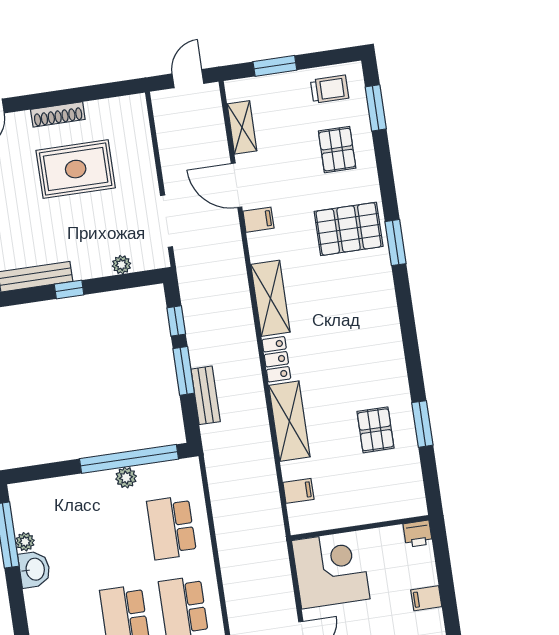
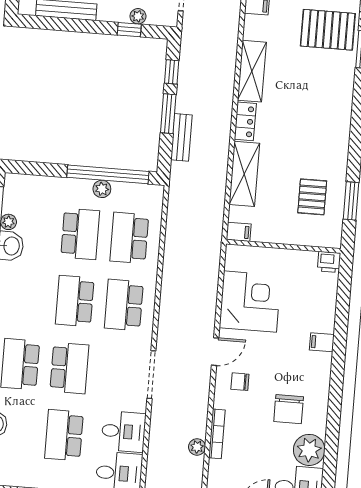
window: (69, 289) -> (129, 30), moved
wall: (360, 528) -> (283, 246), moved
printer: (418, 534) -> (329, 262), moved
school desk: (113, 536) -> (80, 234), added

